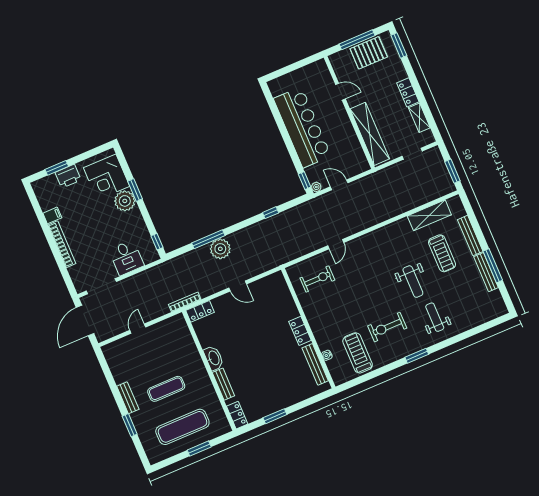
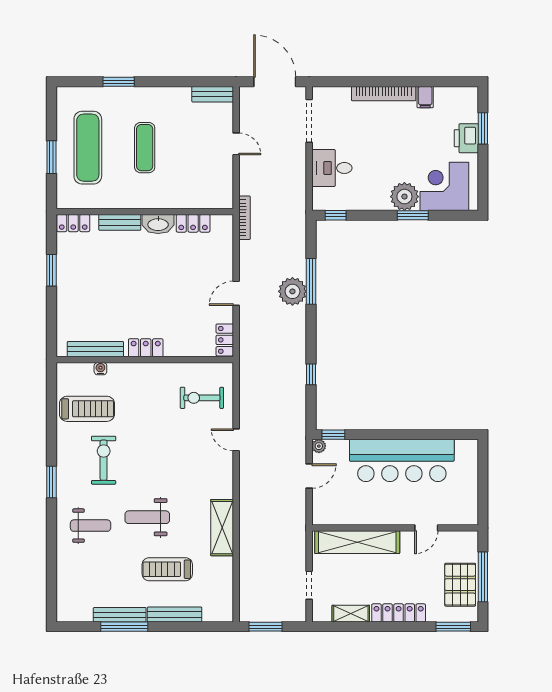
locker: (408, 92) -> (399, 613), width x1.53
shelving: (429, 215) -> (222, 528), moved
exercise bike: (317, 279) -> (202, 398), turned 90
locker: (272, 280) -> (225, 340), added
locker: (200, 311) -> (193, 223), moved, turned -90
bench: (128, 398) -> (213, 94), moved

